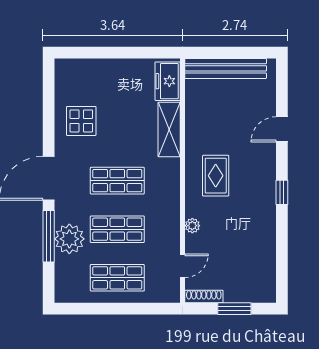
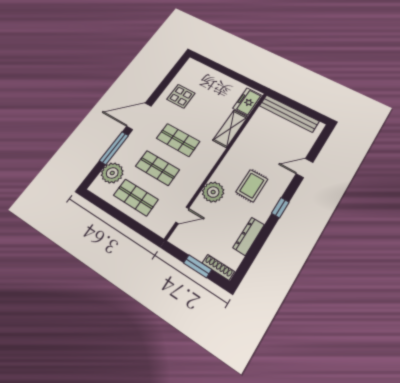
rug: (216, 176) -> (252, 186), moved
plant: (192, 226) -> (213, 192), width x1.88, depth x1.88
plant: (69, 239) -> (112, 173), moved
dresser: (267, 245) -> (249, 236), added
shoe rack: (204, 297) -> (218, 267), moved

